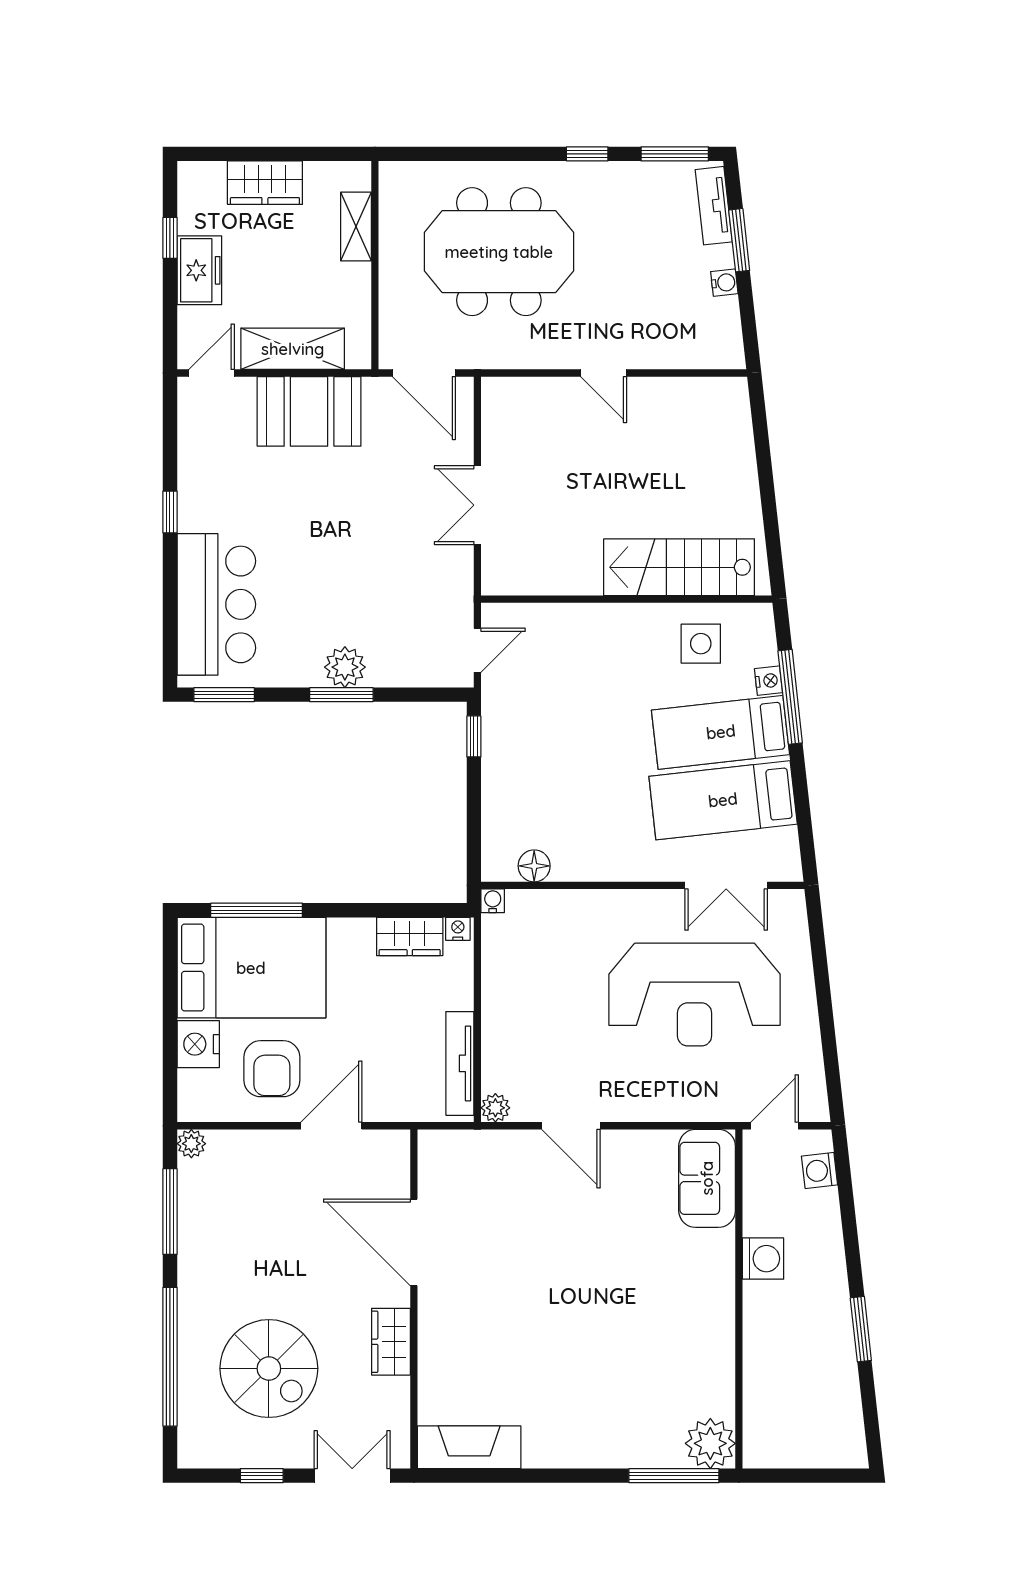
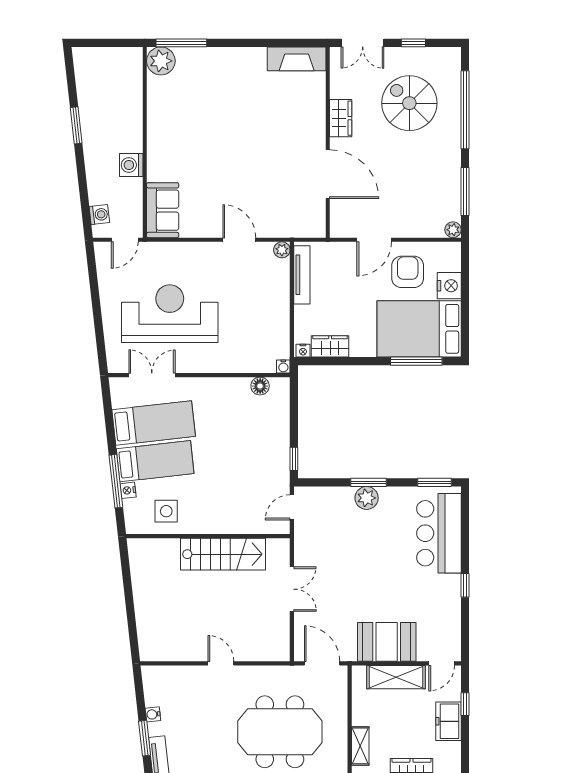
window: (170, 238) -> (465, 704), moved
stairs: (679, 567) -> (223, 554), moved

